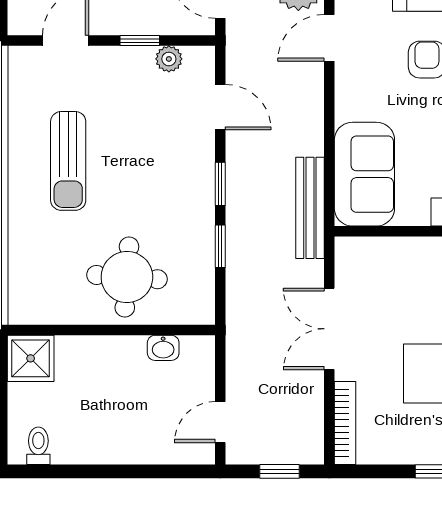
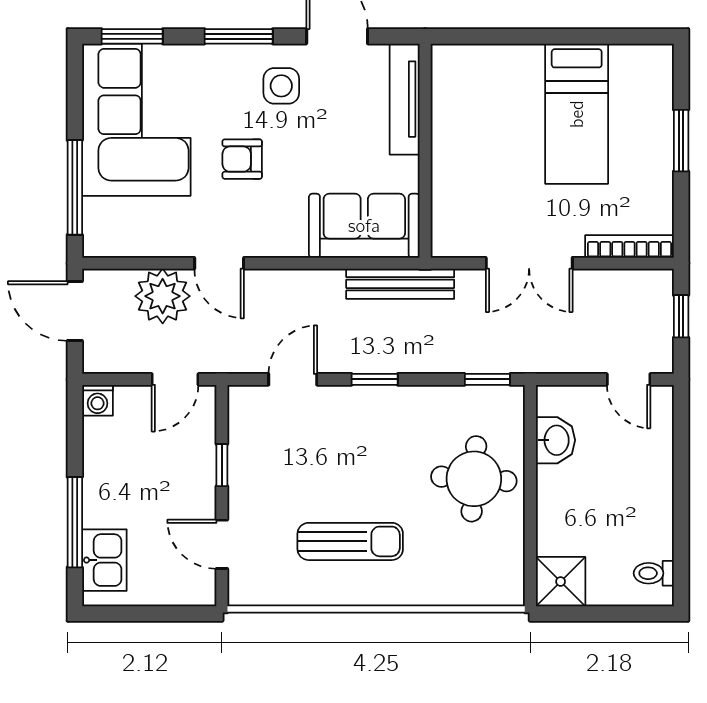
plant: (169, 59) -> (241, 434), removed
window: (220, 246) -> (487, 379), moved
washbasin: (163, 348) -> (555, 440), width x1.38, depth x1.45

